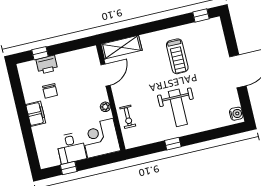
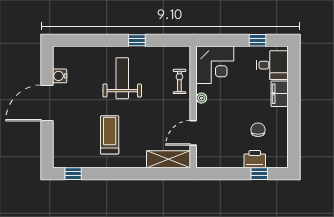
filing cabinet: (36, 114) -> (280, 94), moved
water cooler: (236, 114) -> (60, 76), moved
desk: (71, 148) -> (272, 65), moved, turned 90

